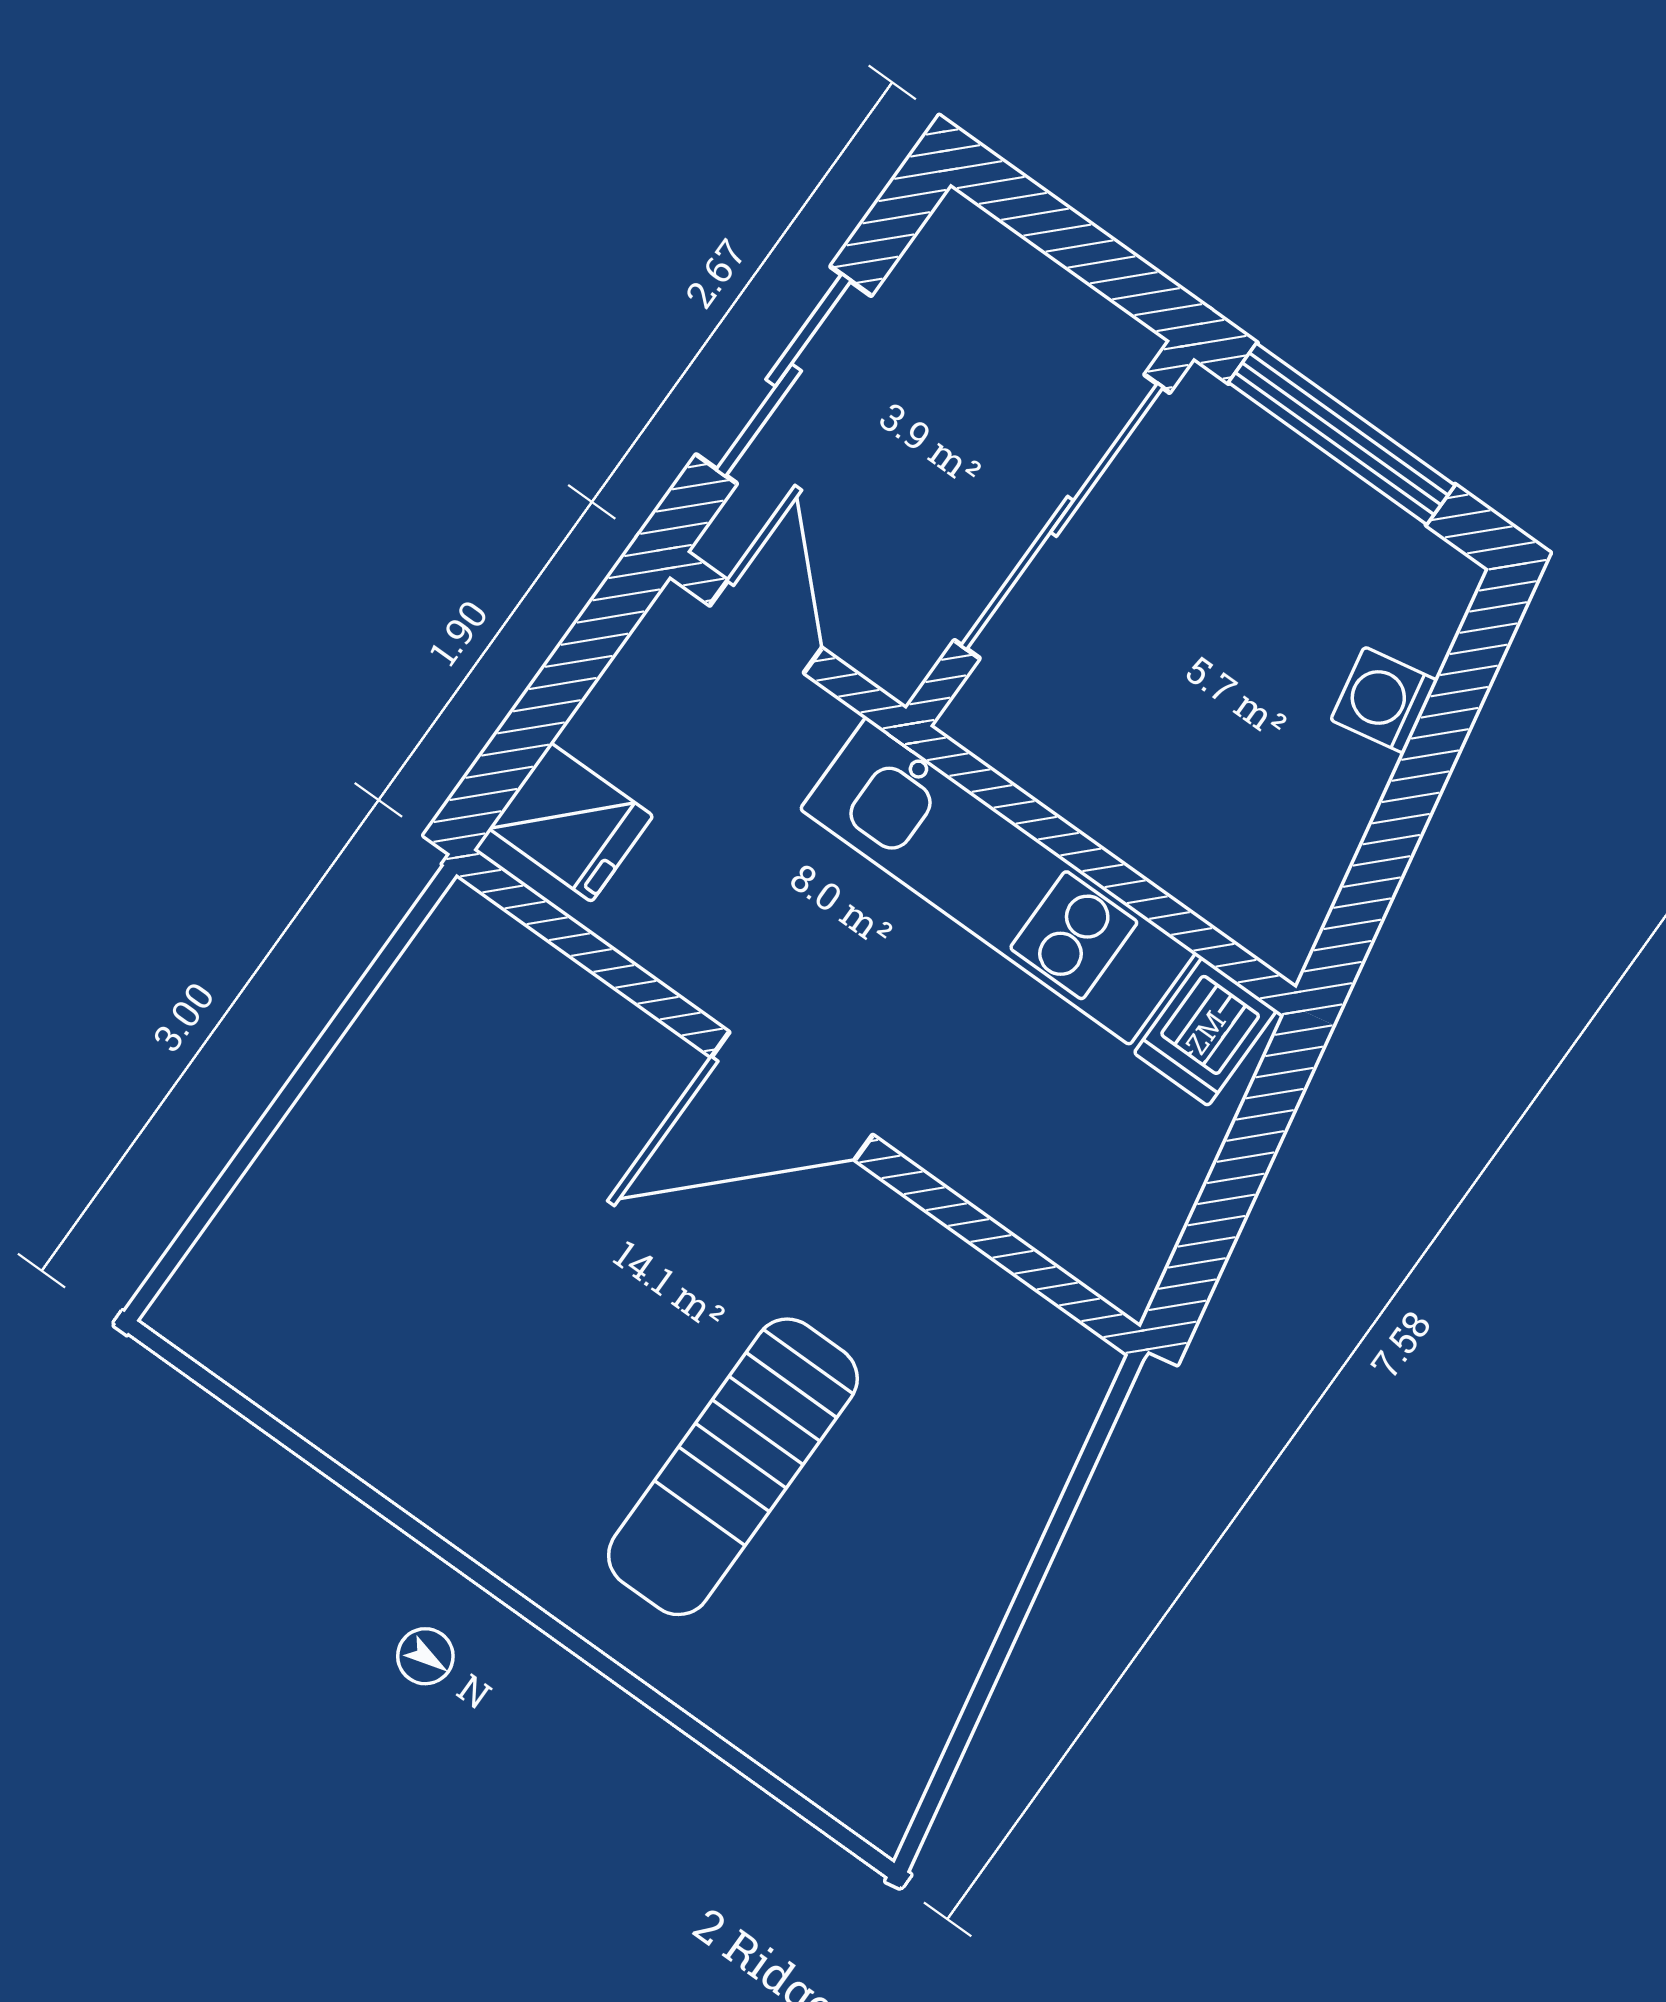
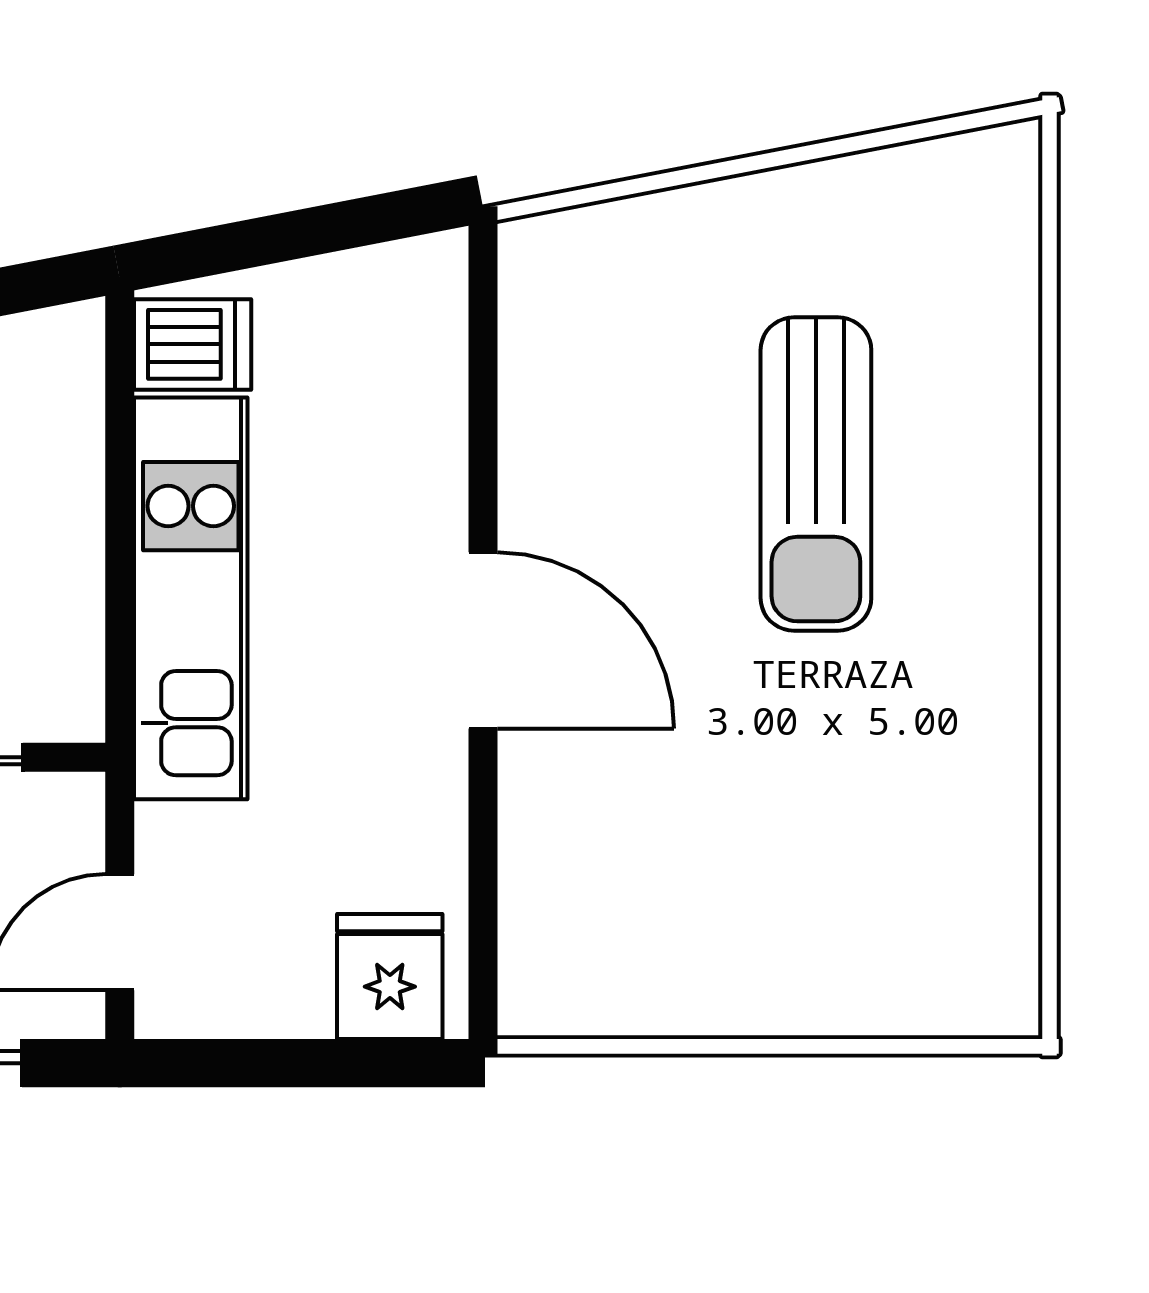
sun lounger: (733, 1467) -> (816, 474), turned 90

